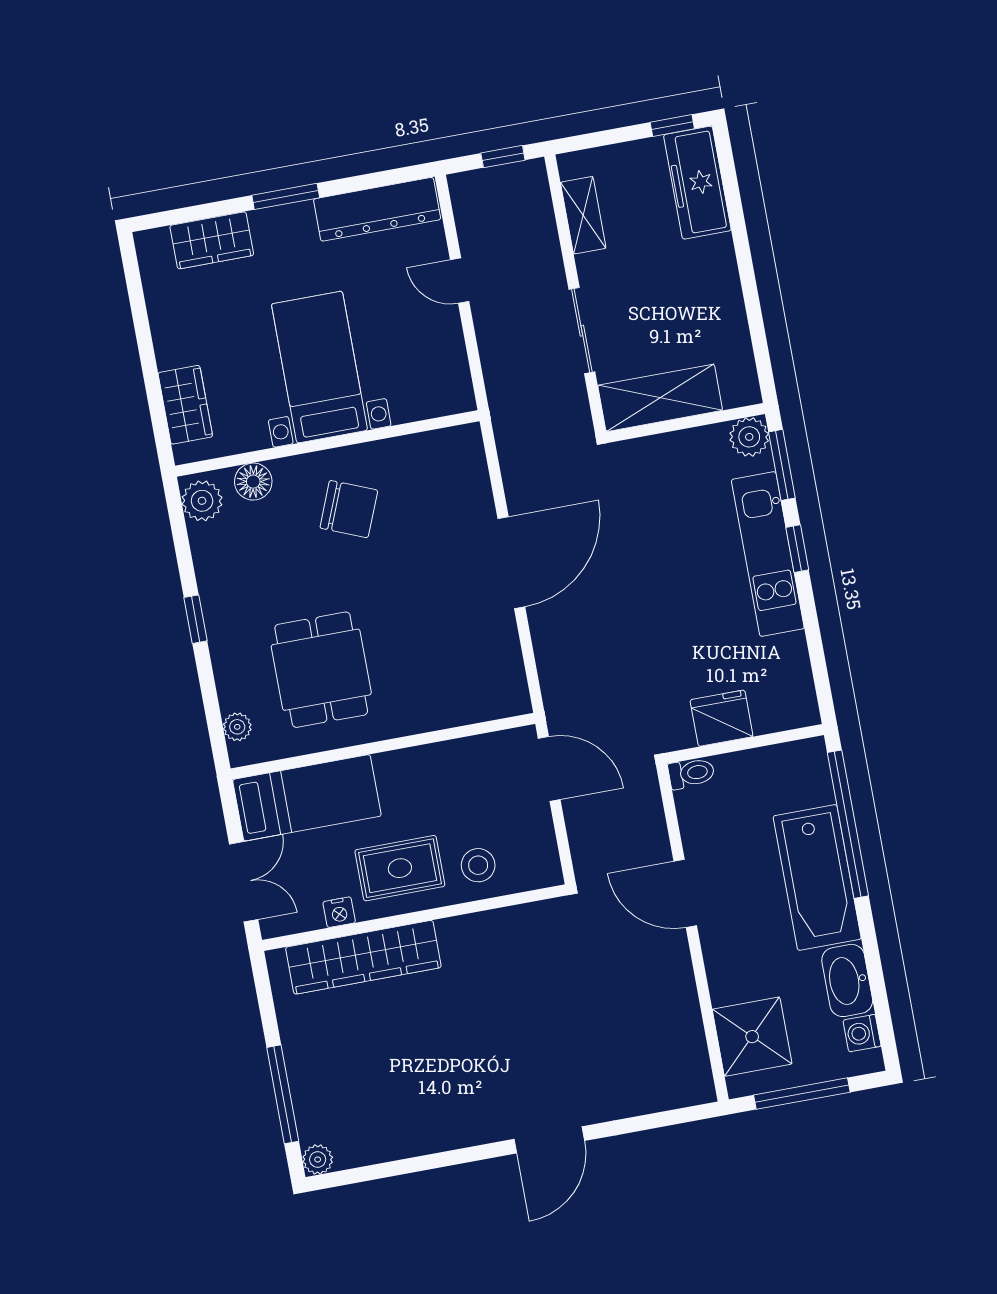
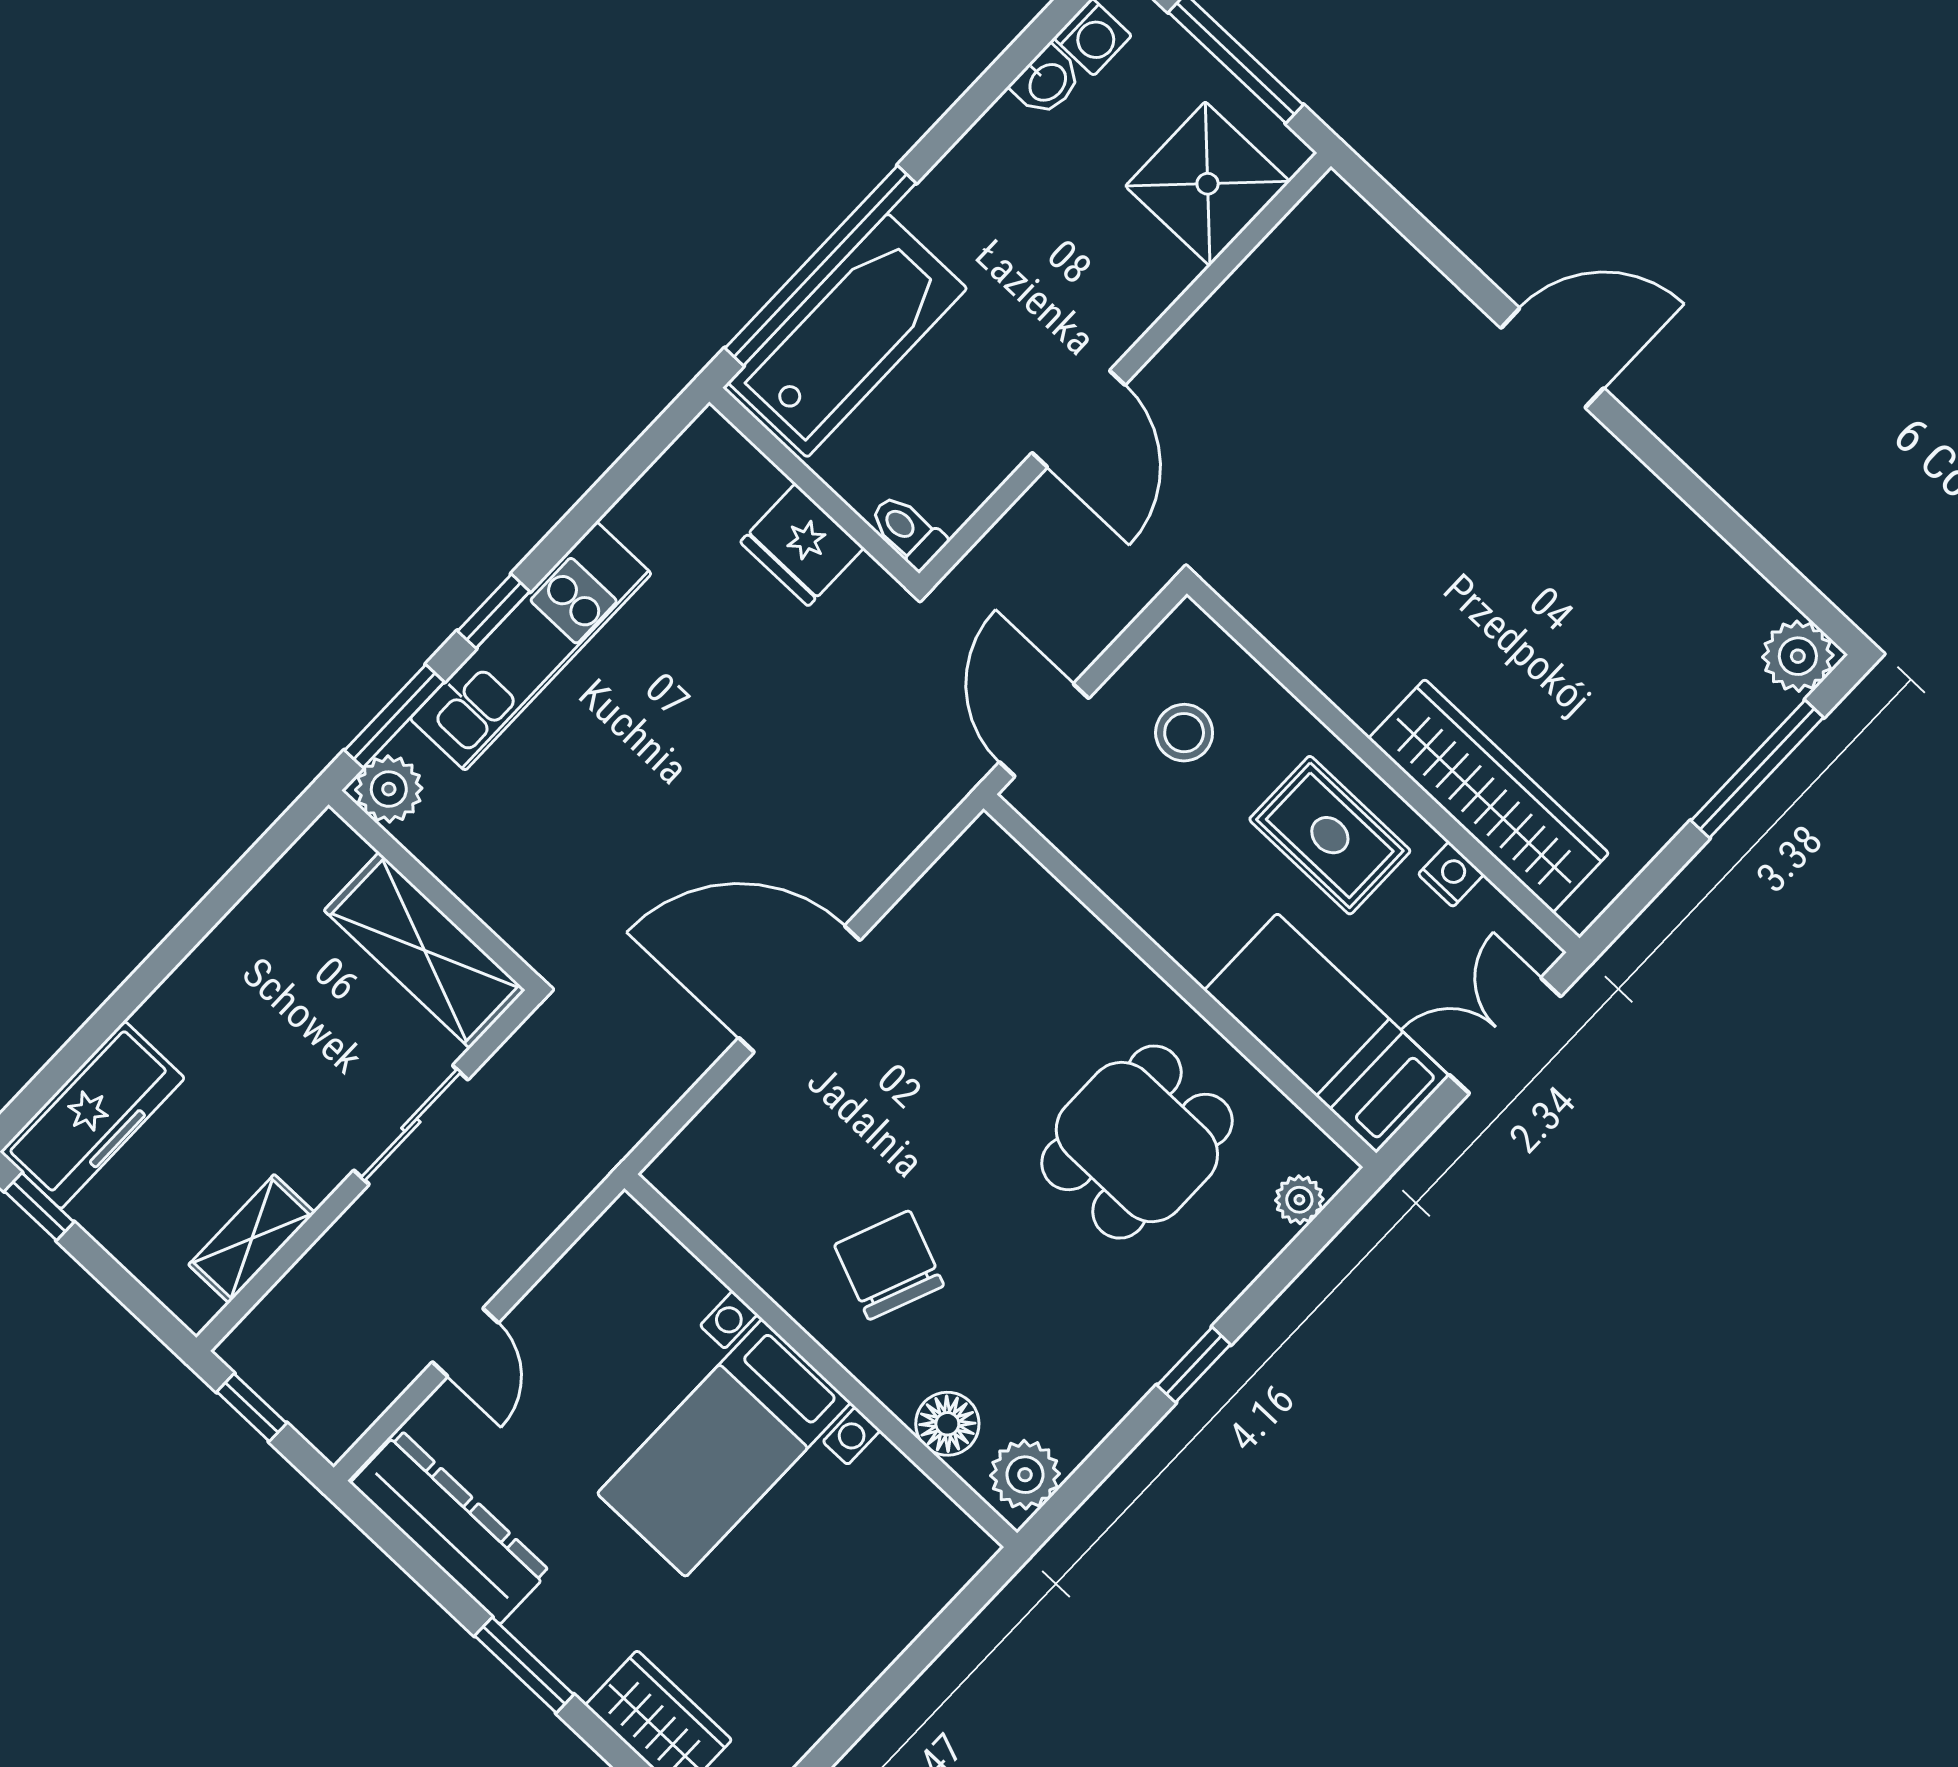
wardrobe: (185, 405) -> (910, 1594), removed
stool: (478, 865) -> (1184, 733), moved
bathtub: (817, 878) -> (847, 335), moved
washbasin: (847, 980) -> (1047, 81), width x0.52, depth x0.69
plant: (318, 1159) -> (1798, 656), width x1.38, depth x1.38

